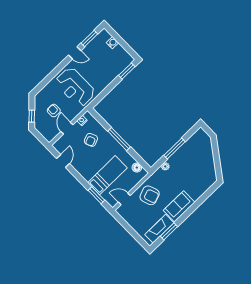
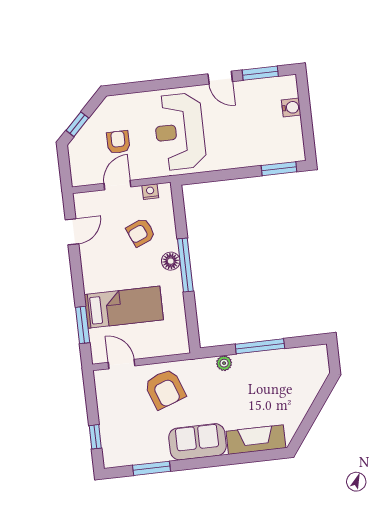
floor lamp: (137, 168) -> (171, 261), moved
fireplace: (159, 229) -> (256, 440), moved
window: (136, 236) -> (95, 437), added

